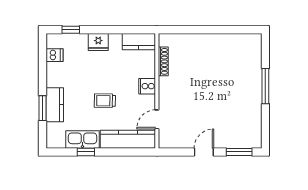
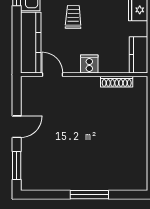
door: (204, 152) -> (17, 127), hinge flipped

